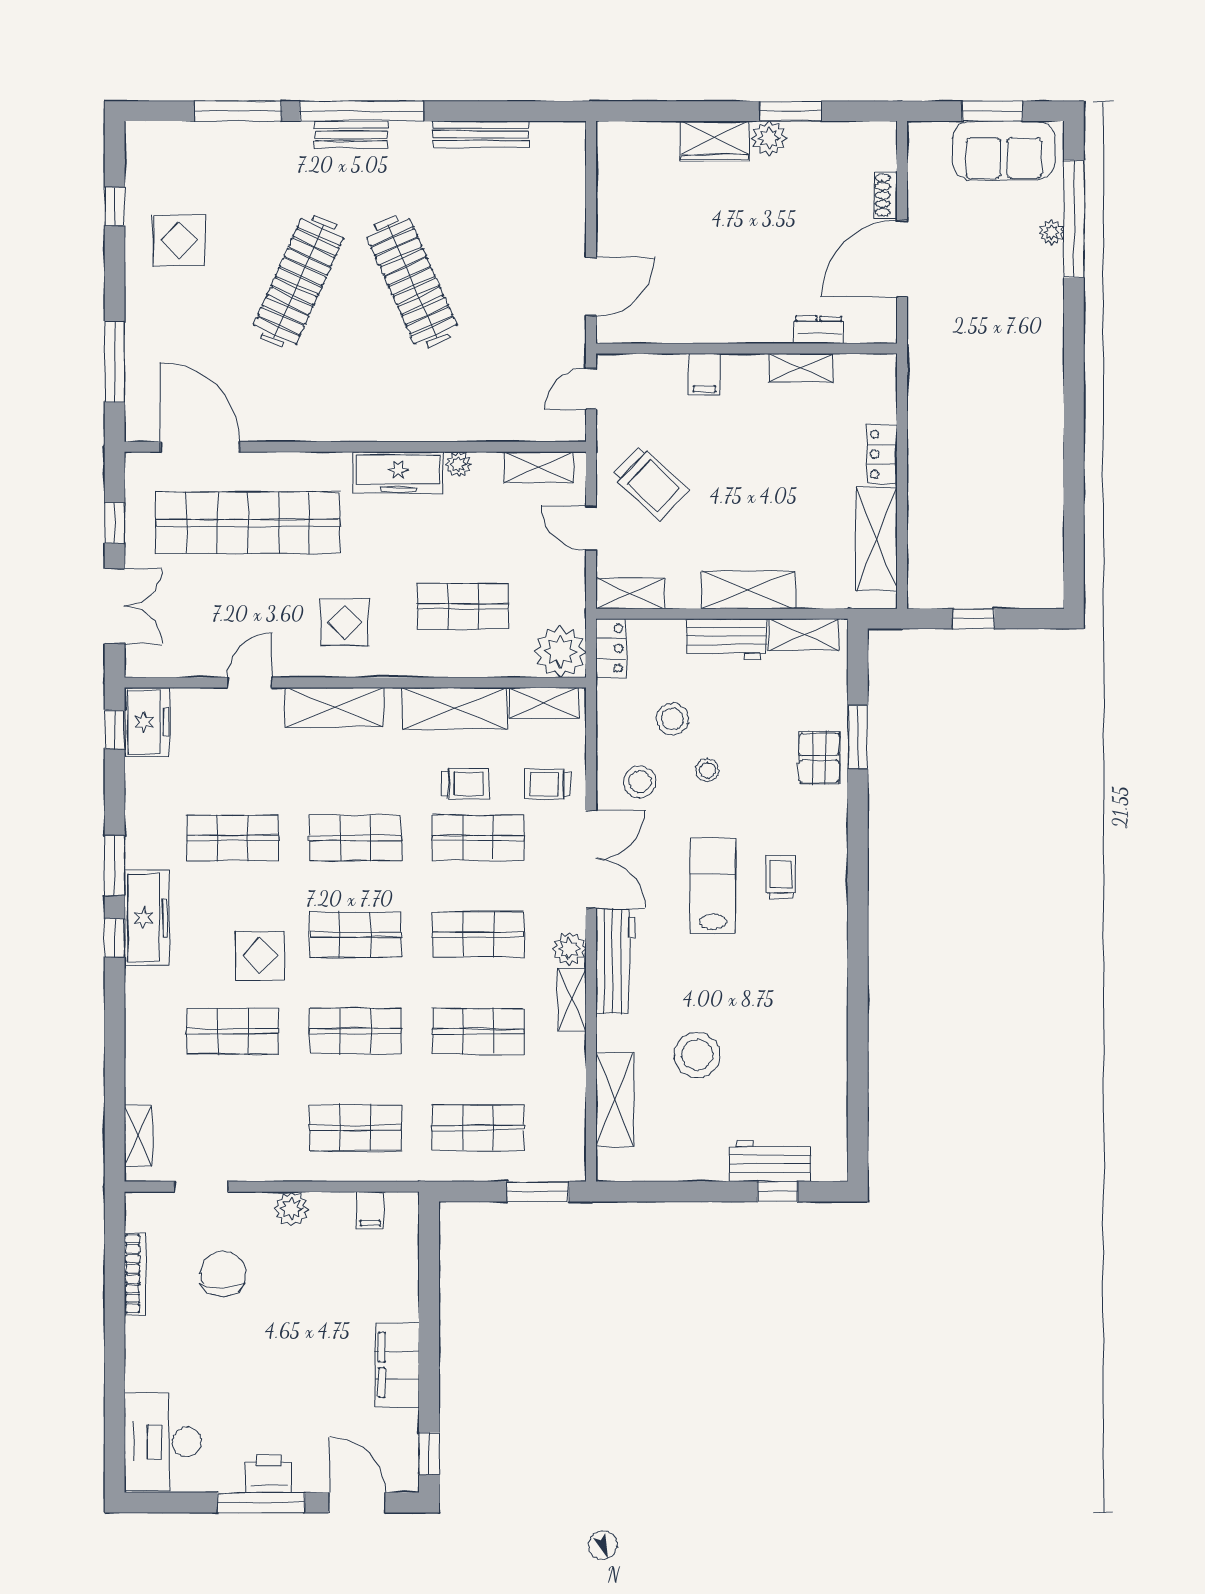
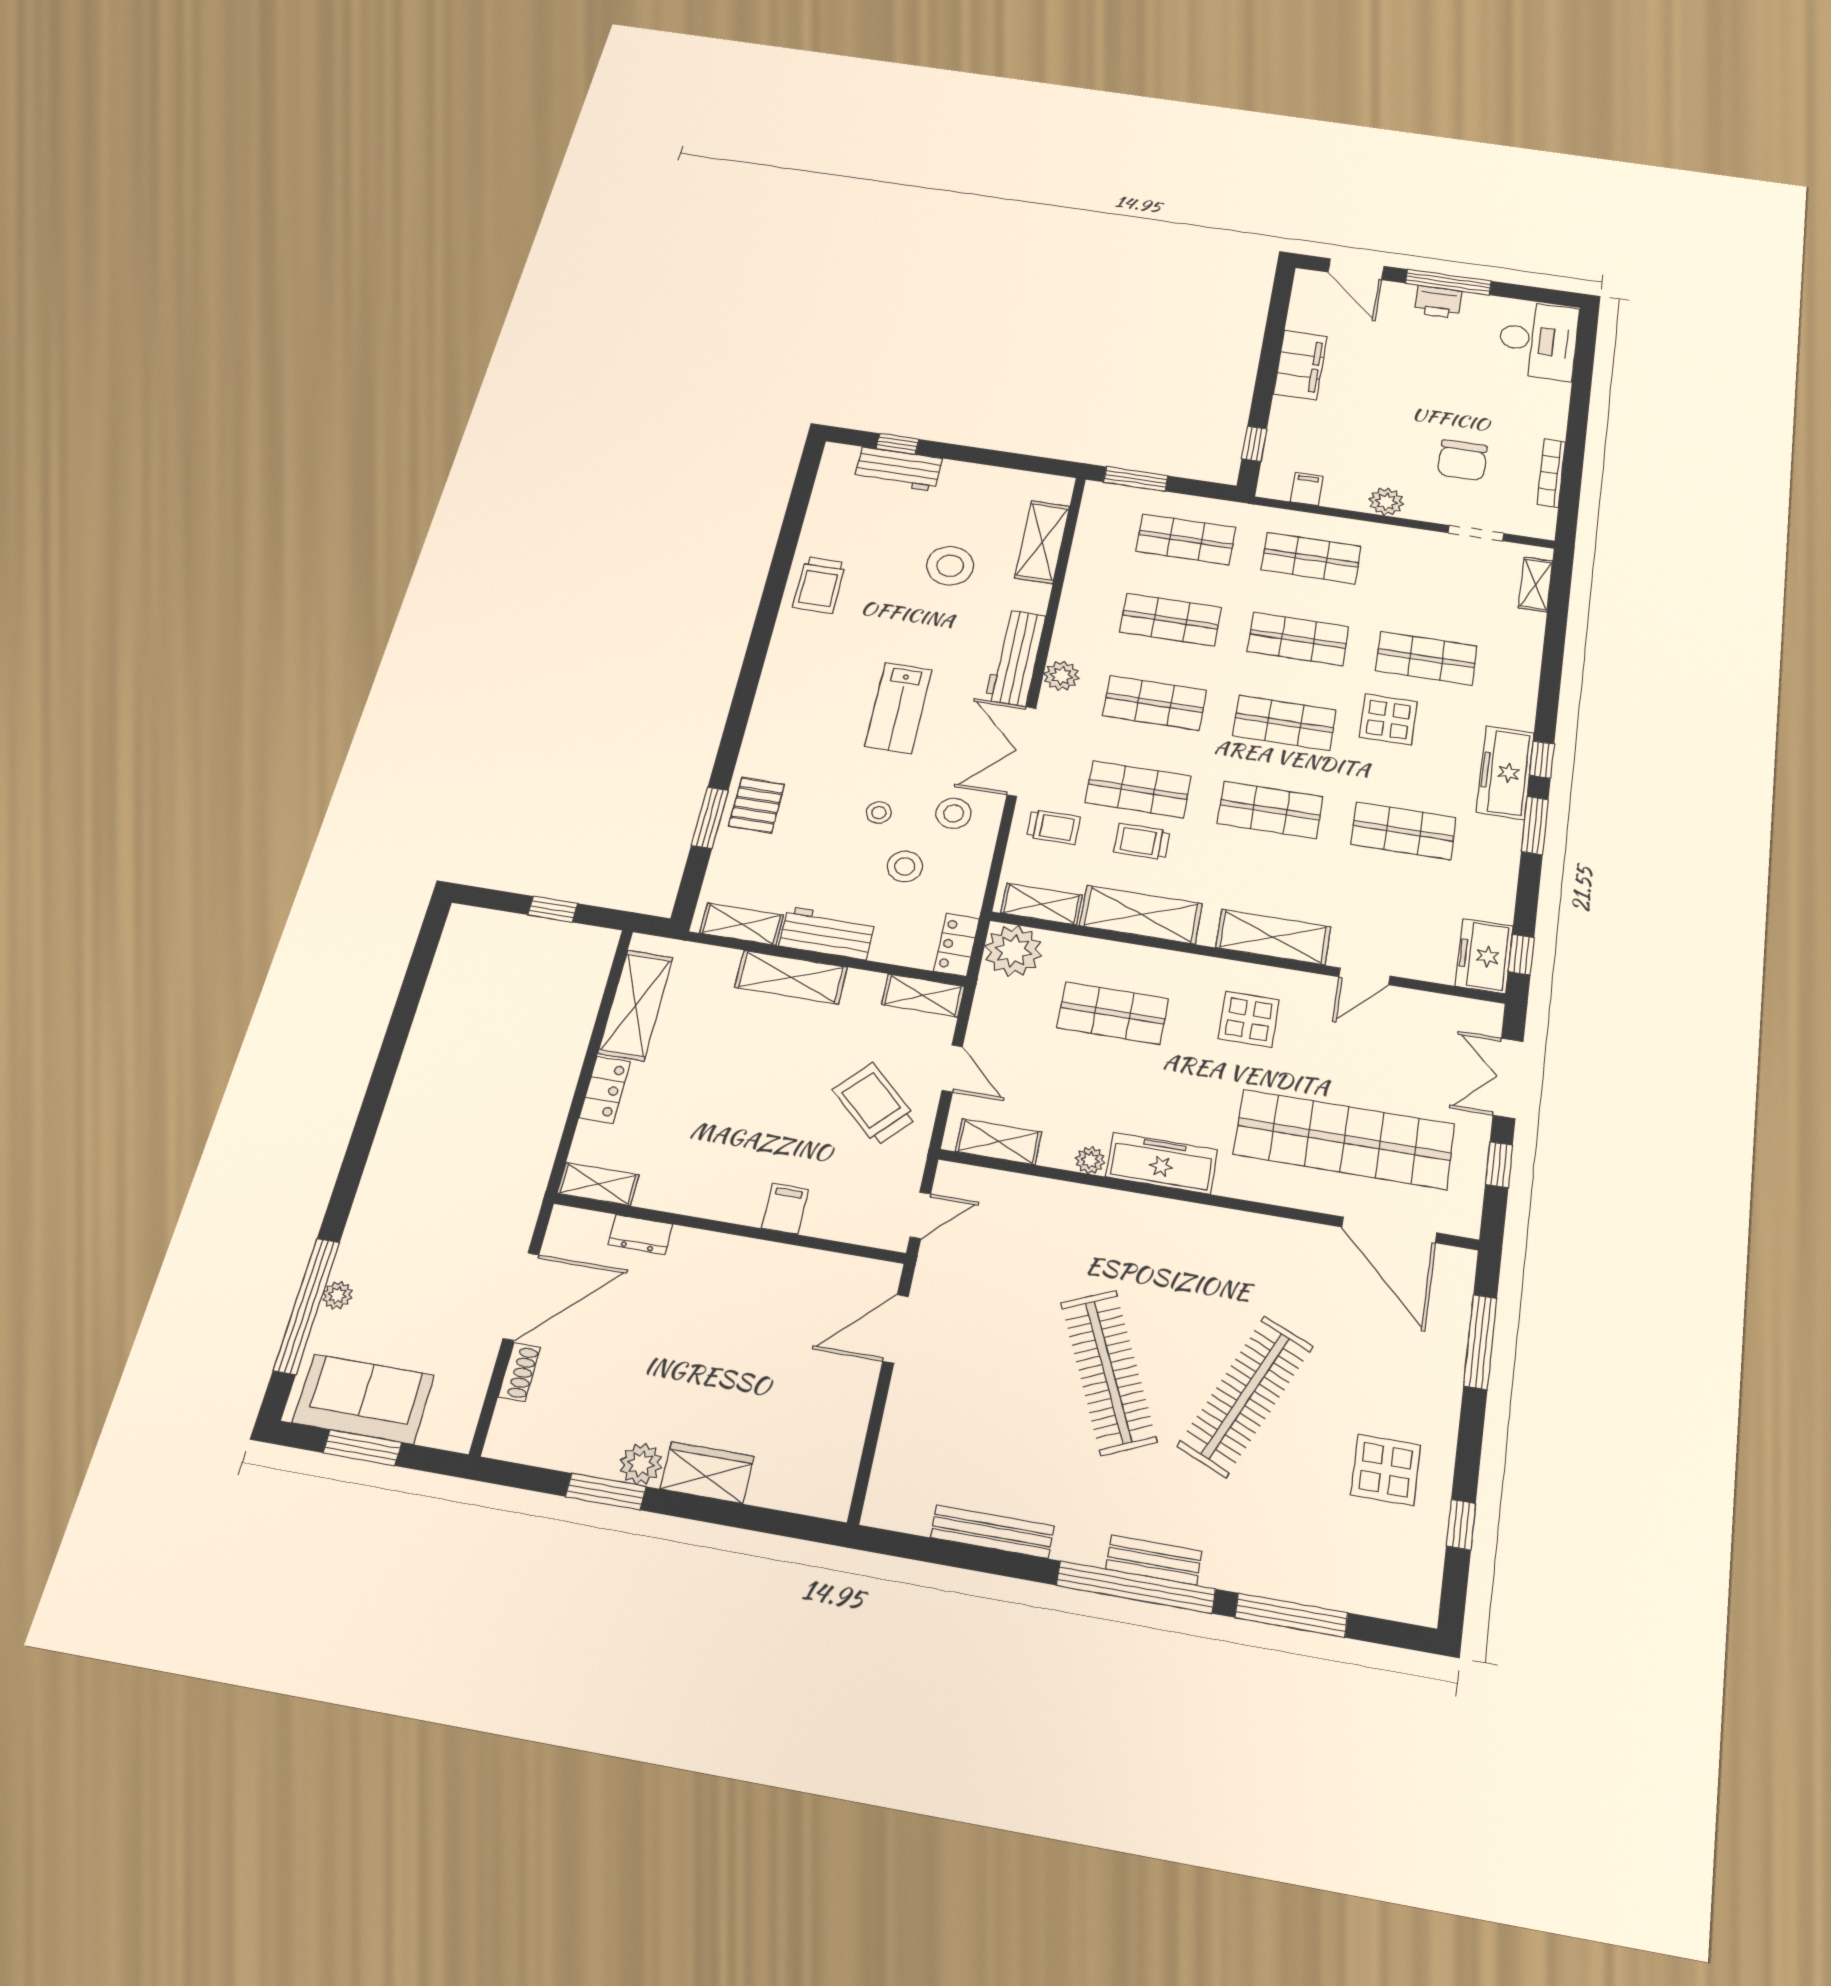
shelving: (801, 368) -> (598, 1184), moved
trolley: (781, 877) -> (819, 585), moved, width x1.36, depth x1.39
shelving: (572, 1000) -> (1068, 631), removed
window: (429, 1454) -> (1254, 444), moved

